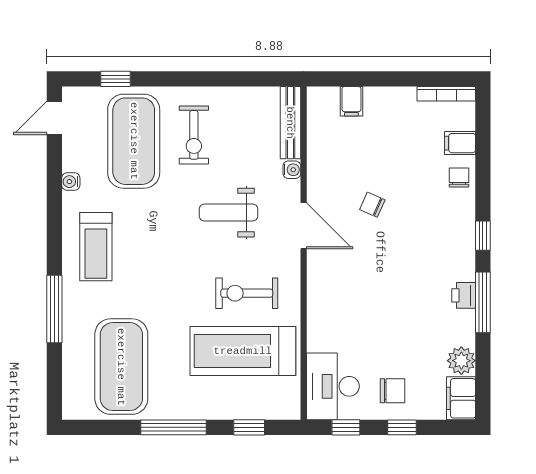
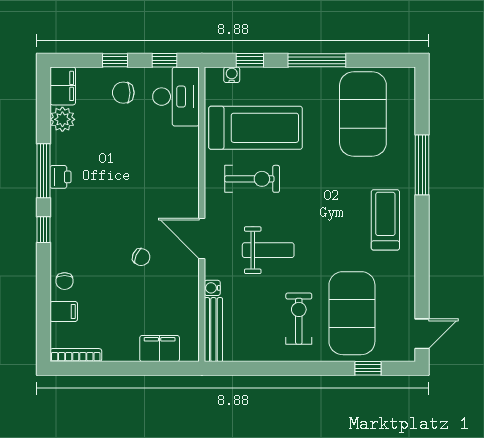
filing cabinet: (351, 101) -> (160, 349), width x2.00
water cooler: (71, 182) -> (232, 75), moved, turned -90

